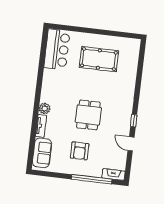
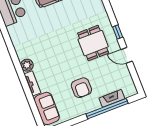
dining table: (88, 115) -> (93, 43), moved
fireplace: (113, 174) -> (112, 98), moved

